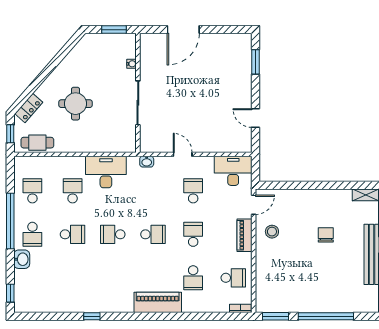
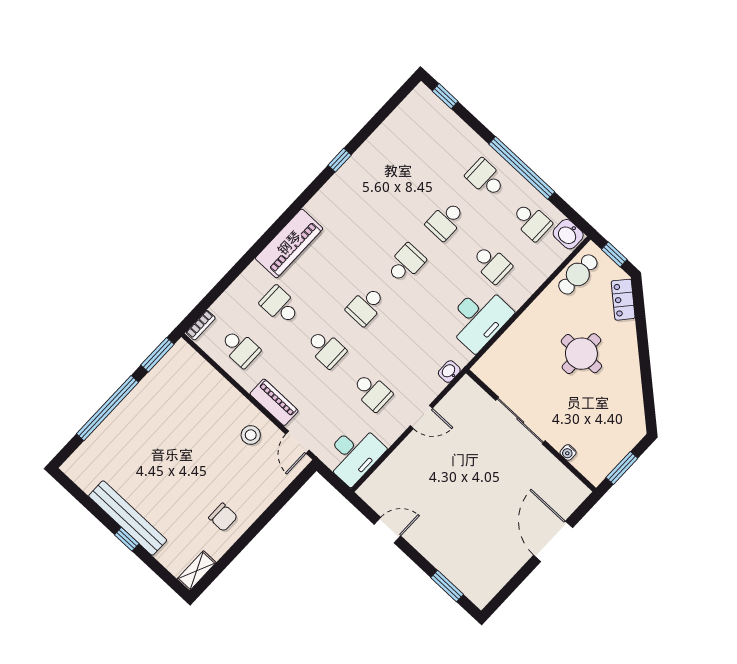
chair: (326, 235) -> (223, 517), moved
washbasin: (22, 259) -> (568, 234), moved
school desk: (233, 278) -> (240, 348), turned -90

